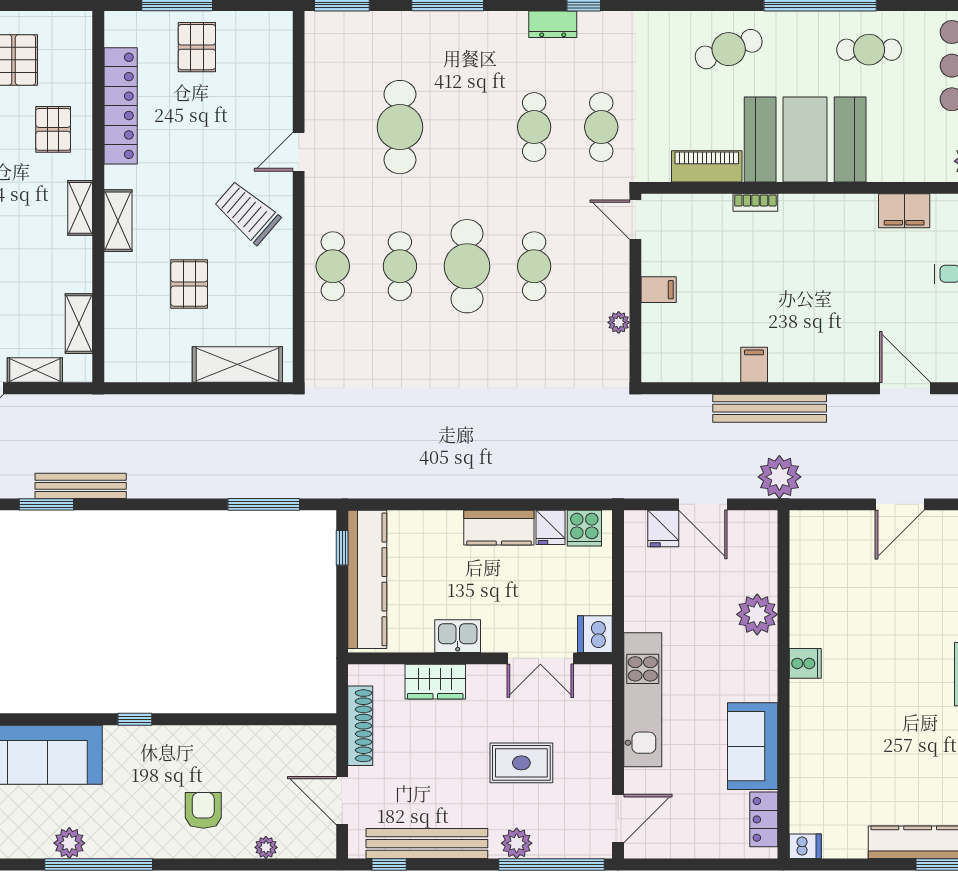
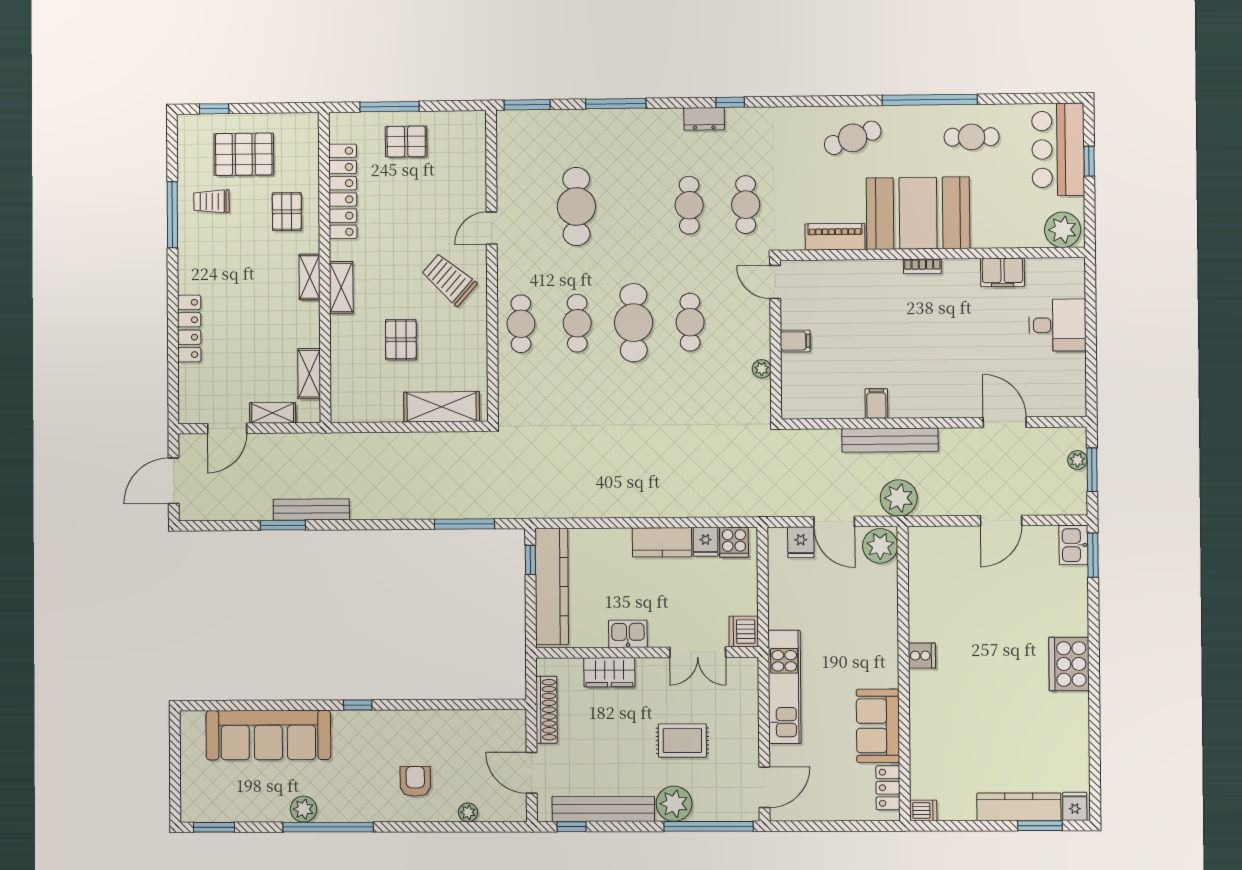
pallet: (197, 47) -> (406, 142), turned 90
bookcase: (755, 203) -> (922, 266), moved
plant: (757, 614) -> (880, 546), moved
plant: (517, 843) -> (674, 804), width x1.36, depth x1.36

